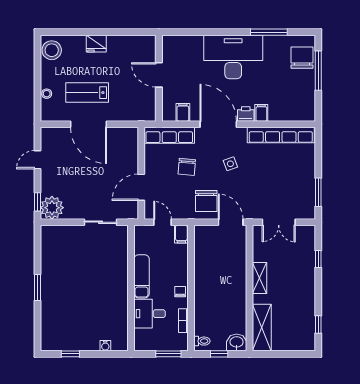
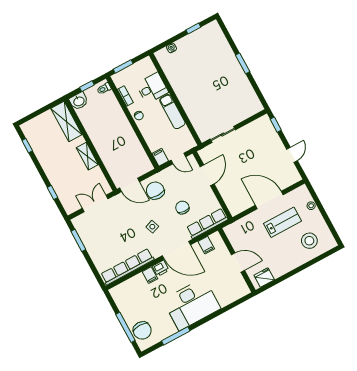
fridge: (96, 44) -> (264, 278), moved
stool: (52, 50) -> (309, 241), moved
plant: (52, 208) -> (263, 126), removed

